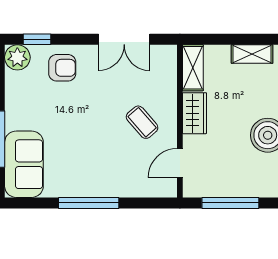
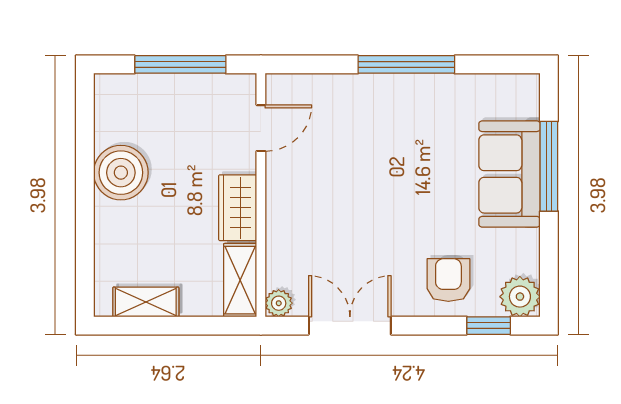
plant: (169, 53) -> (279, 303), added
armchair: (62, 68) -> (448, 280), turned 90
coffee table: (142, 122) -> (321, 193), removed
sofa: (24, 164) -> (509, 174), moved

